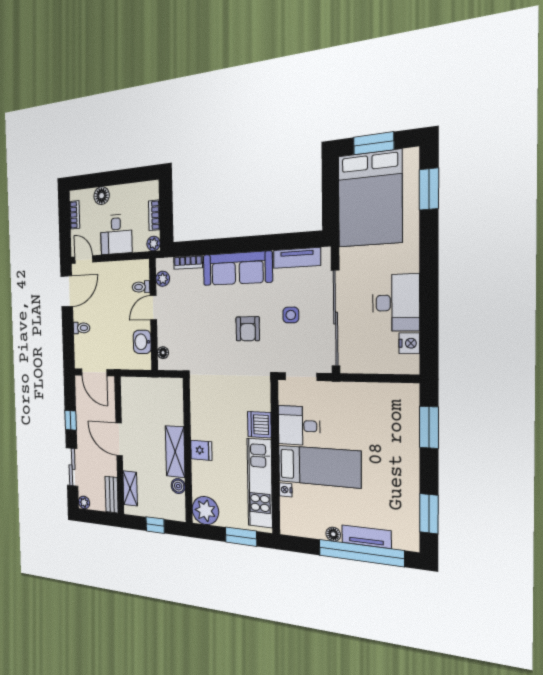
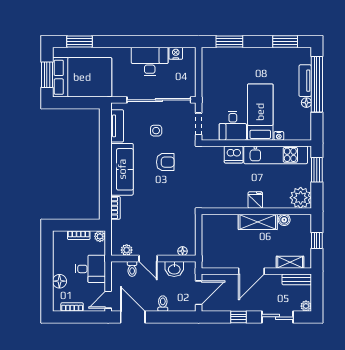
plant: (163, 279) -> (127, 250), moved
toilet: (141, 287) -> (132, 269), moved
door: (153, 308) -> (148, 259), moved
wall: (153, 315) -> (153, 259), moved
washbasin: (142, 342) -> (174, 269), moved
floor lamp: (163, 353) -> (183, 251), moved

